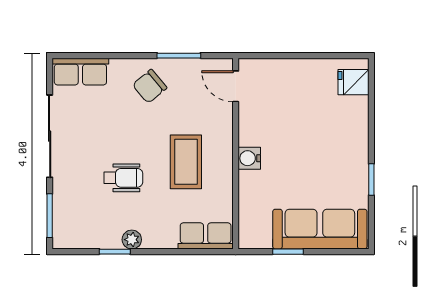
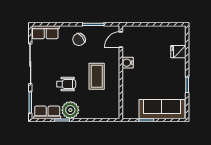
fridge: (354, 82) -> (178, 52), moved
door: (236, 86) -> (121, 39), hinge flipped
water cooler: (249, 158) -> (128, 63), moved
row of seats: (206, 236) -> (47, 112), moved
plant: (132, 240) -> (70, 110), width x1.88, depth x1.88

